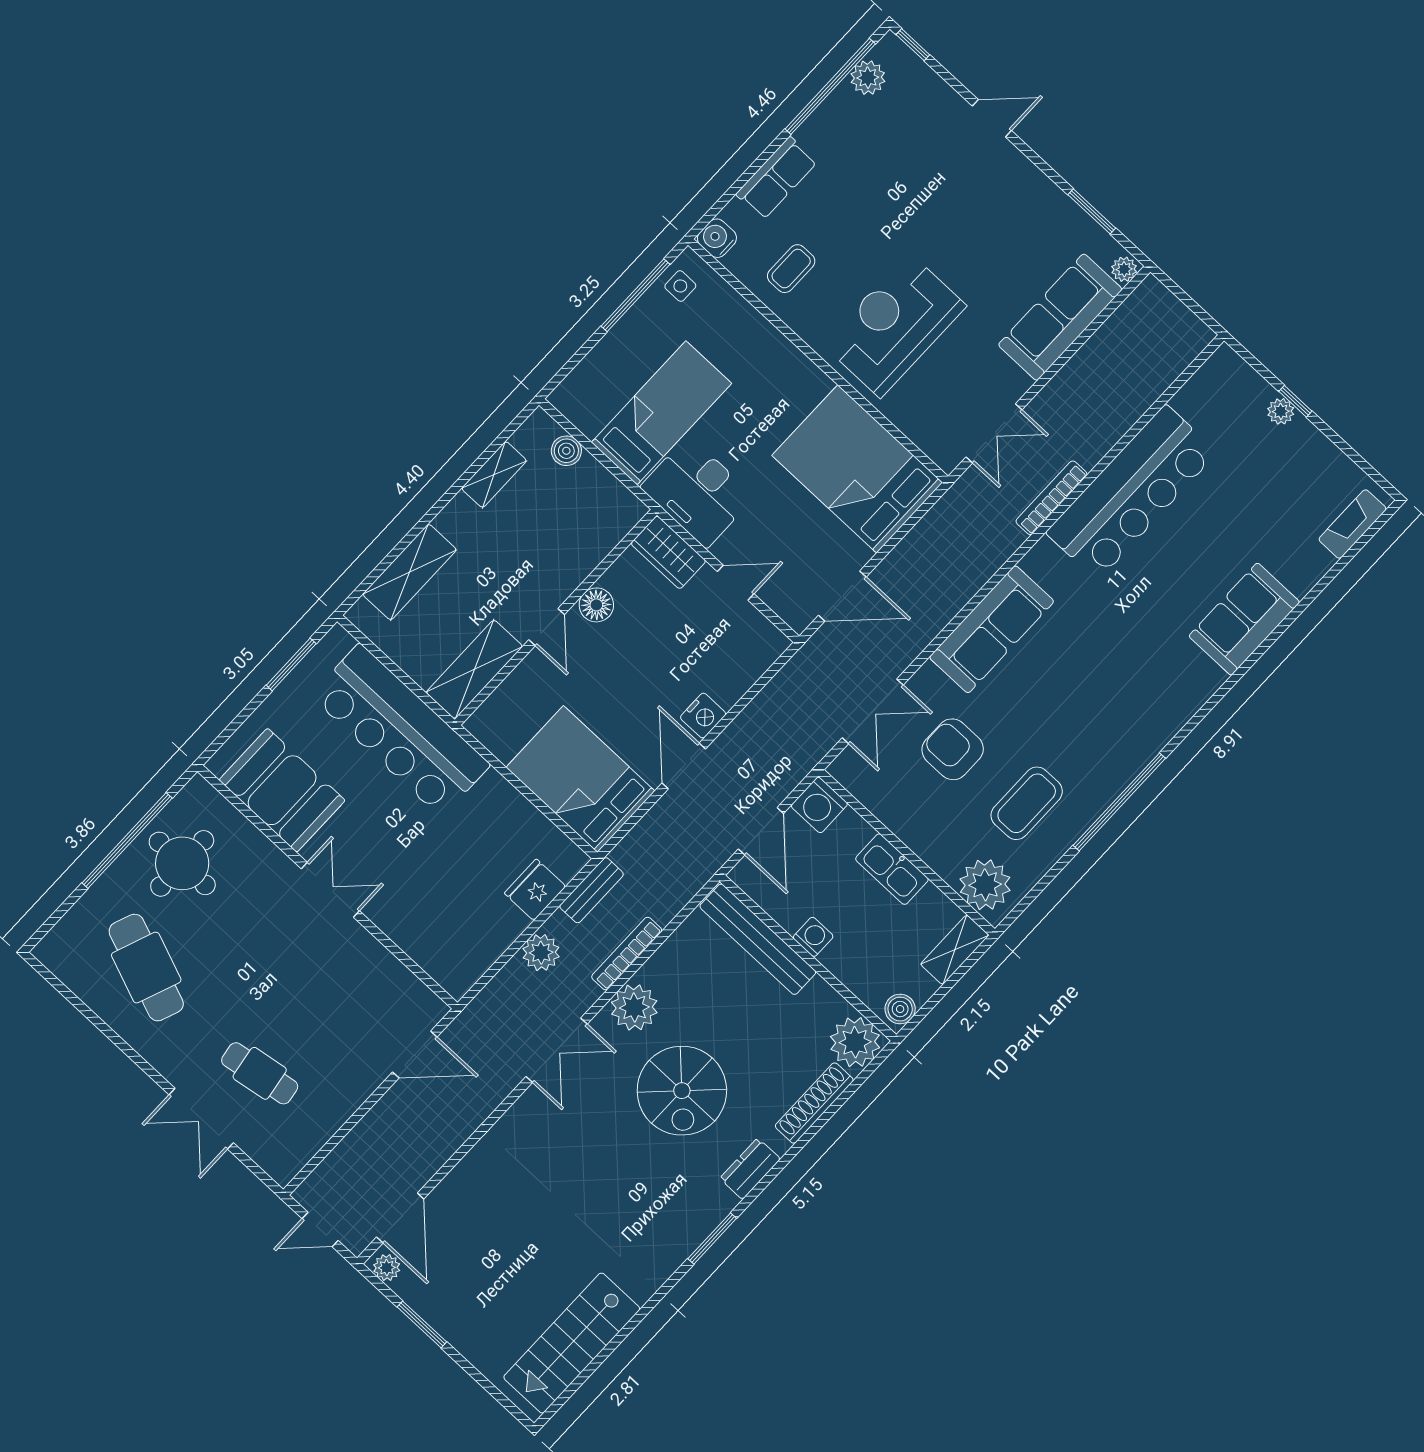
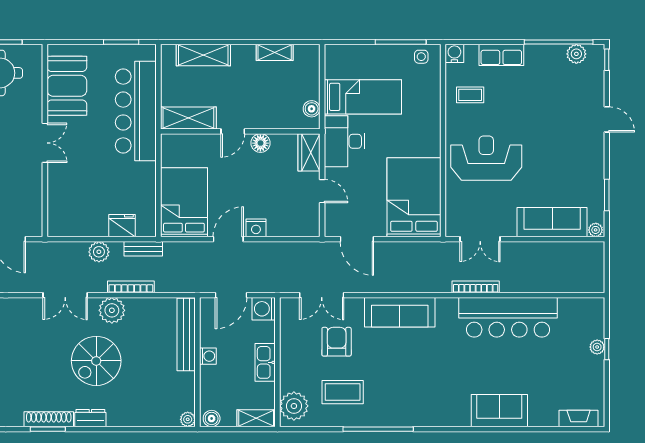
boiler: (566, 451) -> (312, 109), moved
plant: (855, 1042) -> (188, 419), width x0.53, depth x0.53
shoe rack: (814, 1103) -> (49, 419), moved

